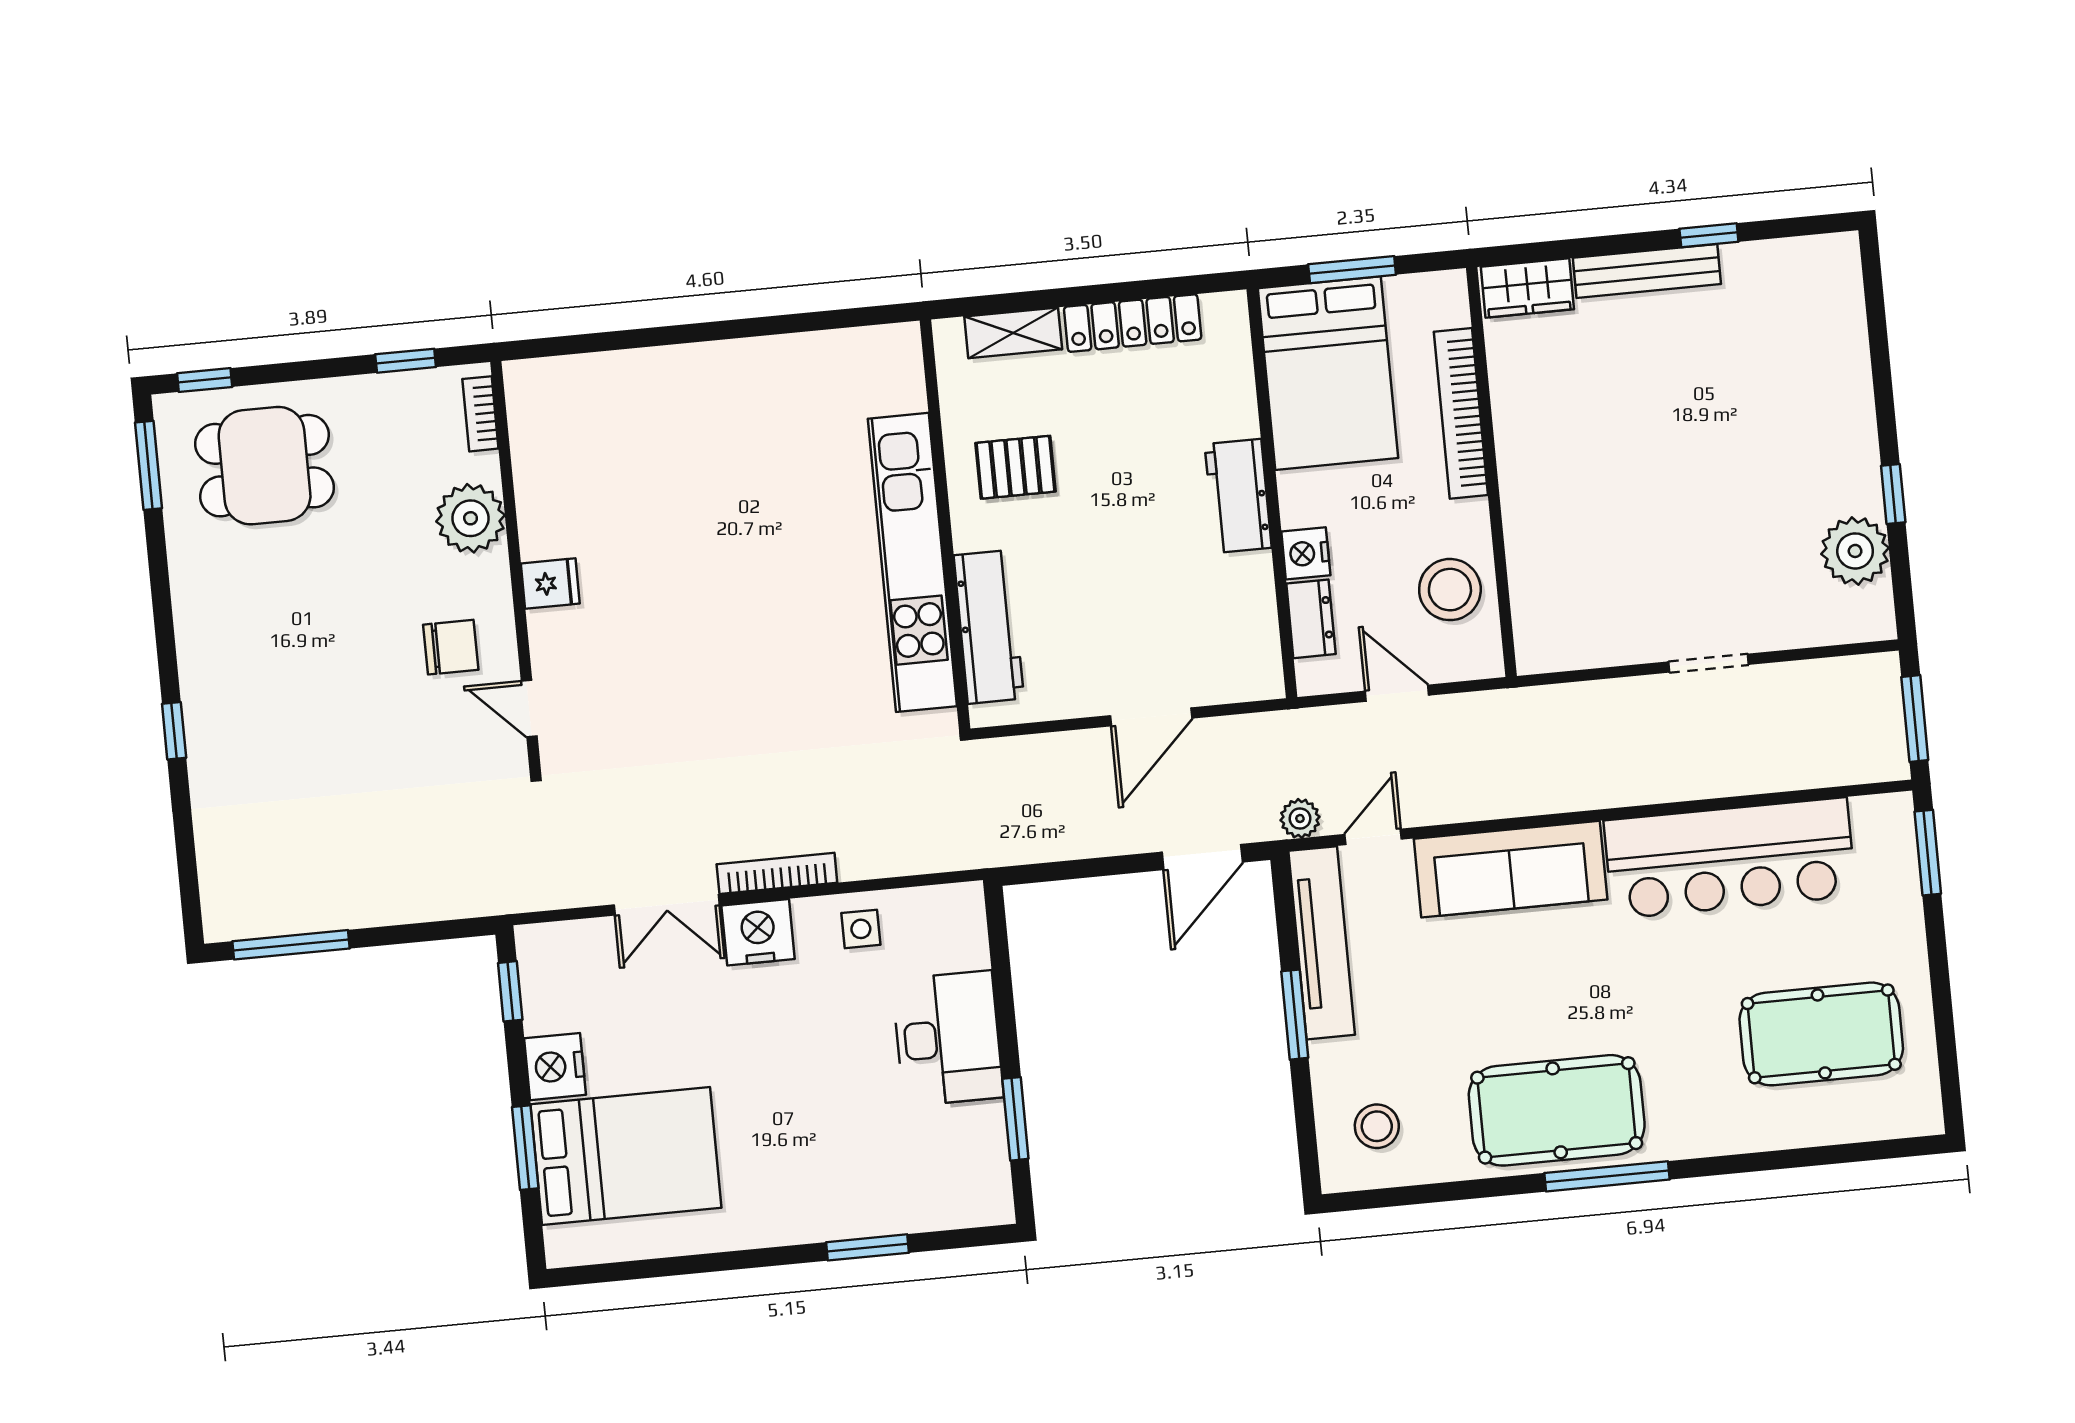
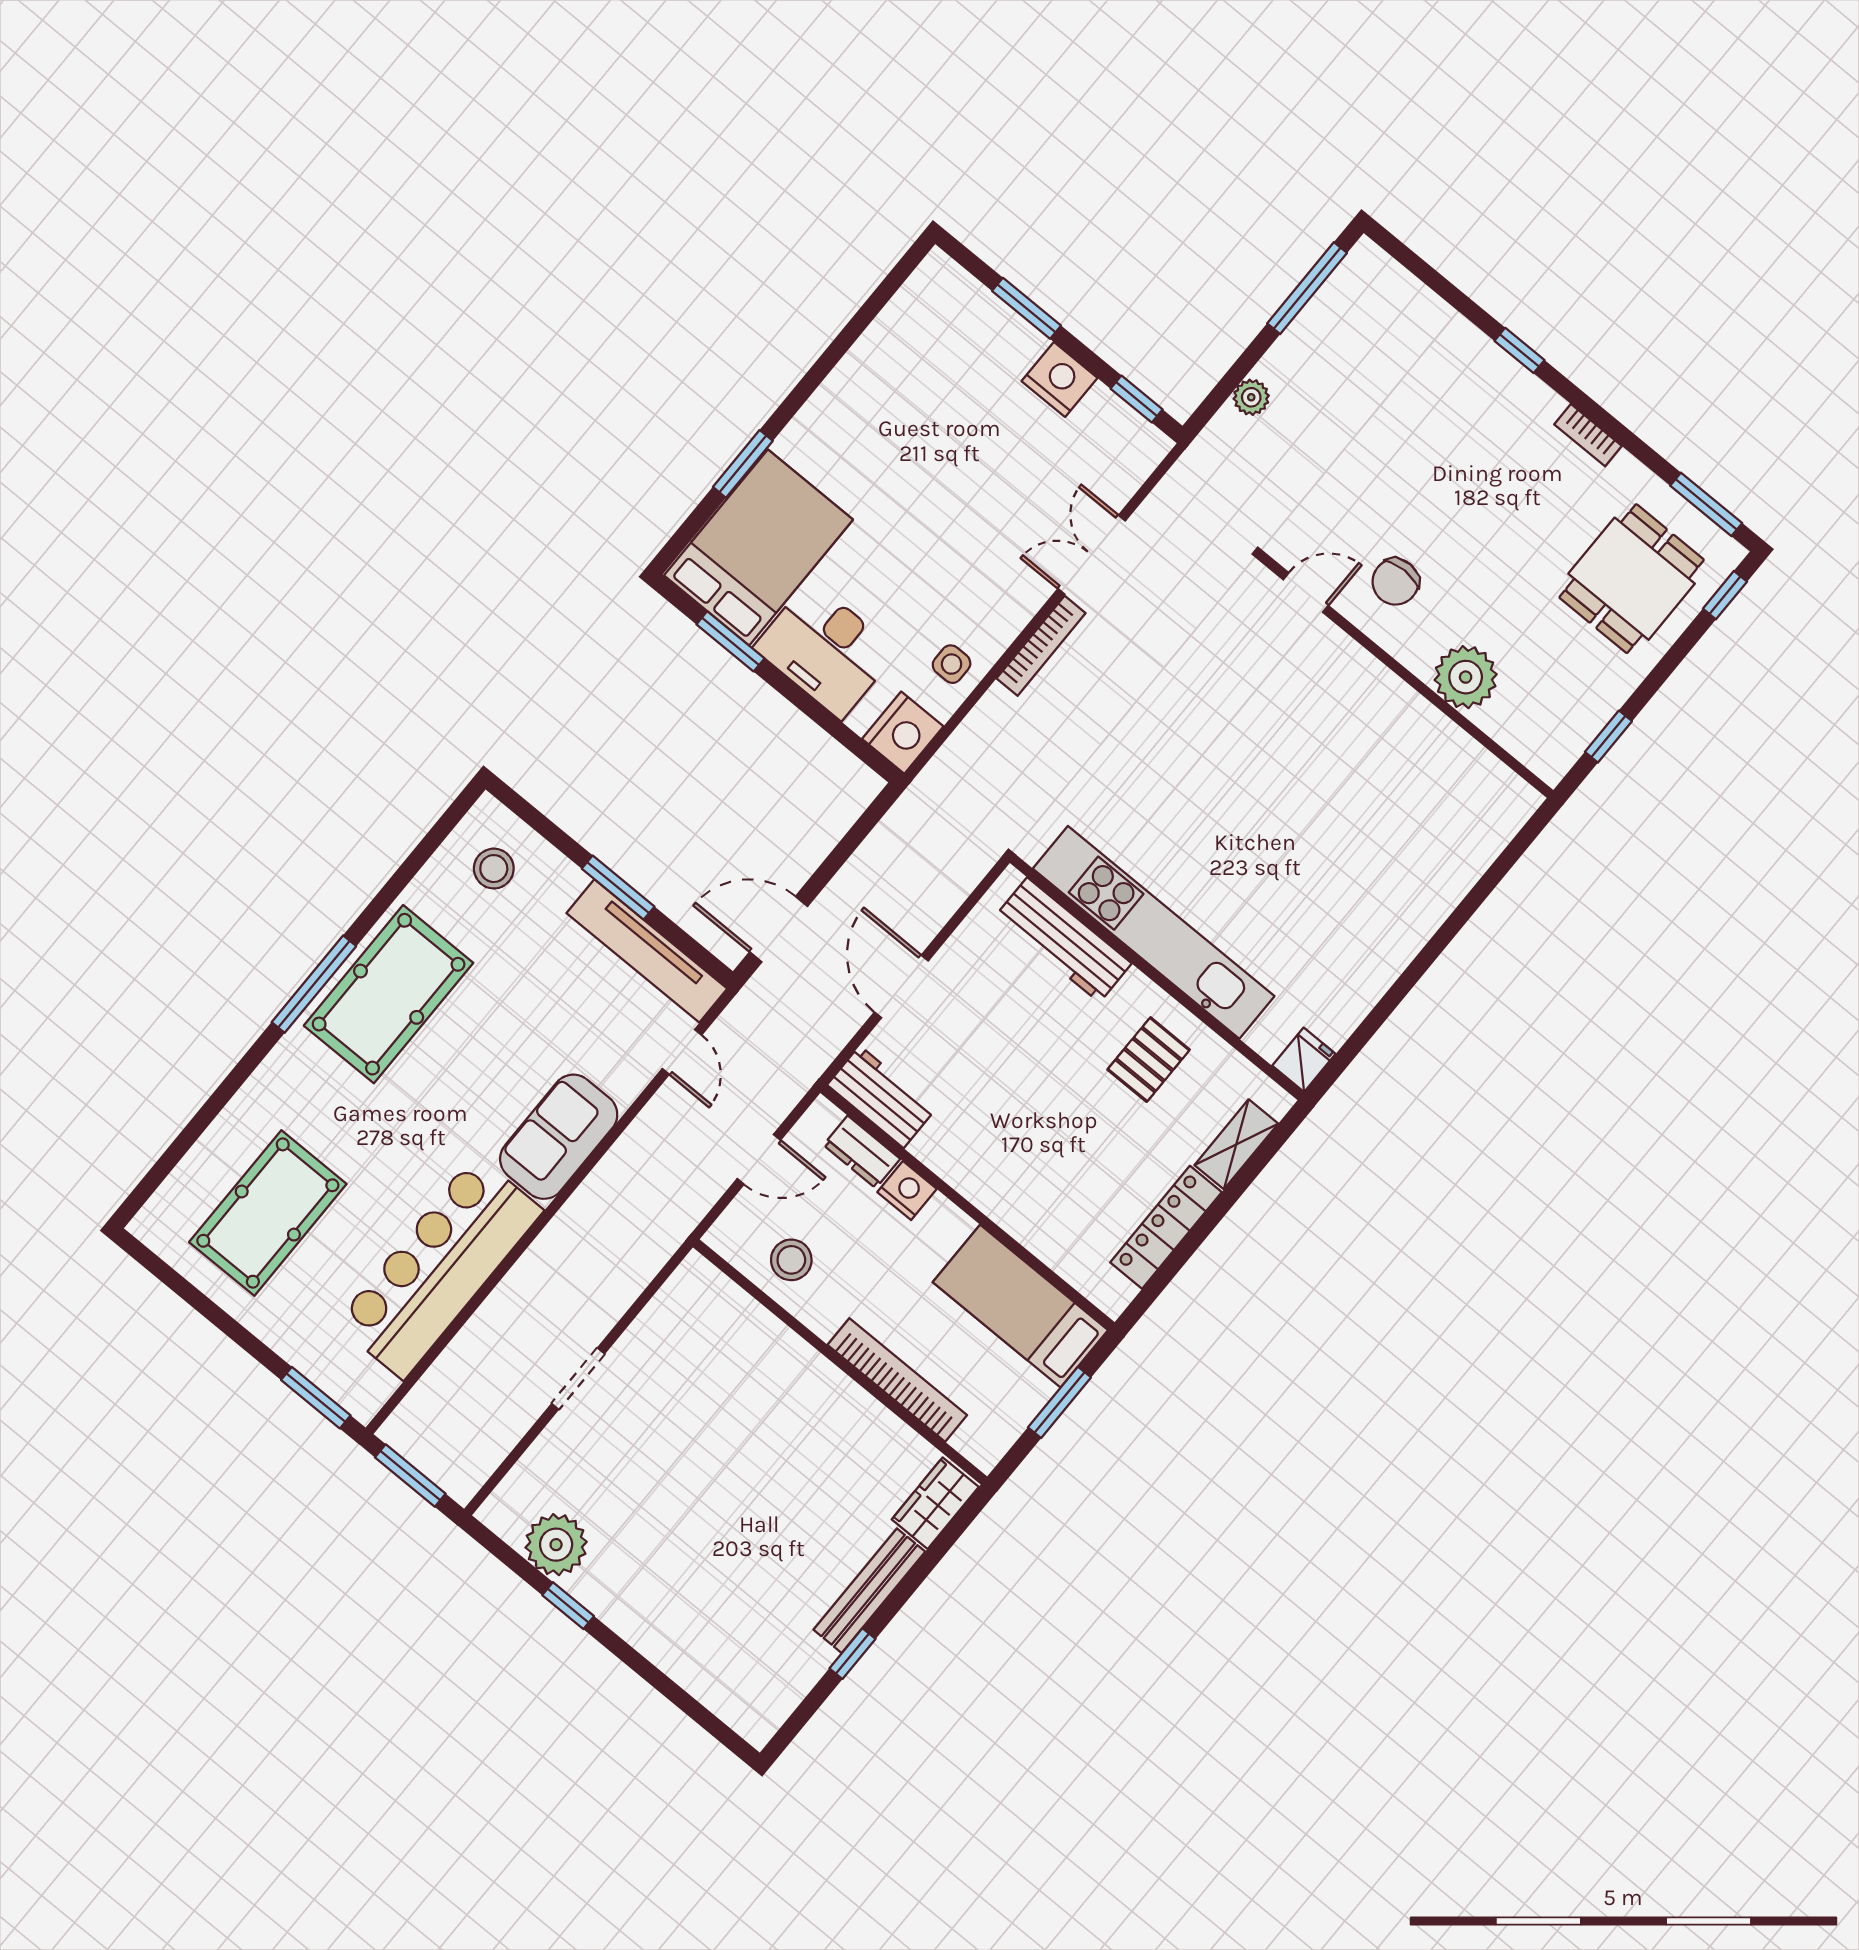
bed: (1328, 373) -> (1020, 1306), width x0.67
bookcase: (480, 414) -> (1588, 435), moved, turned 180
workbench: (1238, 496) -> (882, 1097), moved
fridge: (550, 584) -> (1304, 1060), moved, turned 180
stool: (1450, 590) -> (791, 1260), width x0.73, depth x0.73
plant: (1300, 819) -> (1251, 397), moved
door: (1202, 857) -> (779, 929), hinge flipped
sofa: (1511, 869) -> (559, 1137), width x0.73
nightstand: (758, 932) -> (903, 733), moved
bed: (626, 1156) -> (758, 548), moved, turned 180

